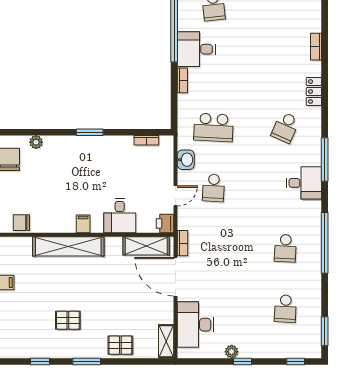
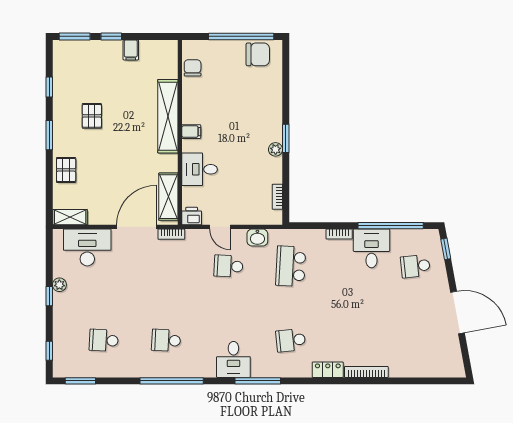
bookcase: (316, 47) -> (366, 372), width x1.56
school desk: (285, 127) -> (291, 340), turned -30
plant: (36, 142) -> (276, 149), moved

